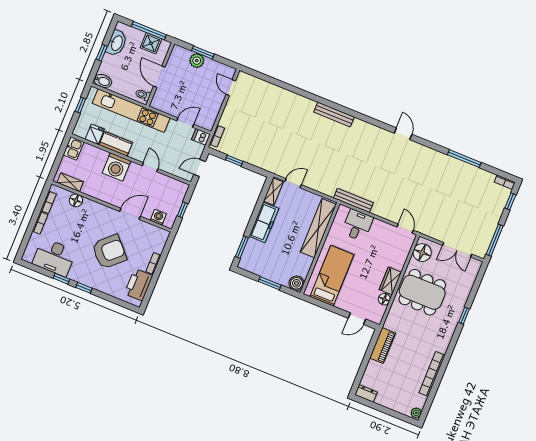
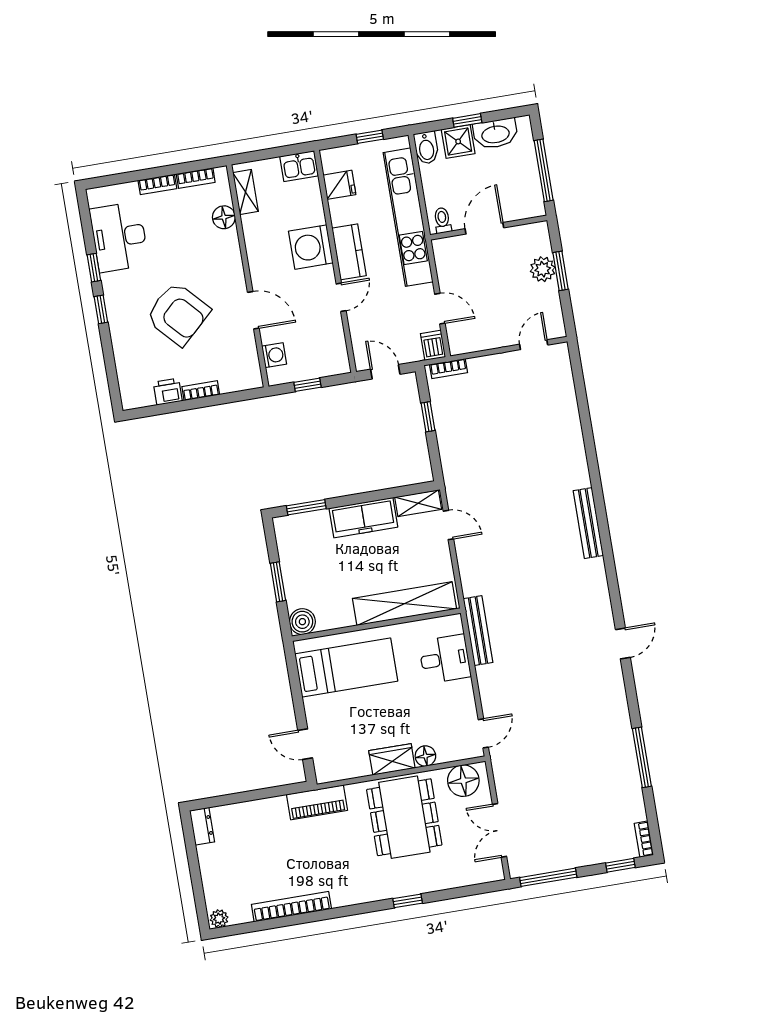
shower: (151, 43) -> (458, 141), moved
kitchen counter: (116, 144) -> (349, 252), moved
printer: (139, 285) -> (168, 392), width x0.53, depth x0.68
floor lamp: (384, 299) -> (425, 756), moved
piano: (383, 346) -> (317, 802), moved

